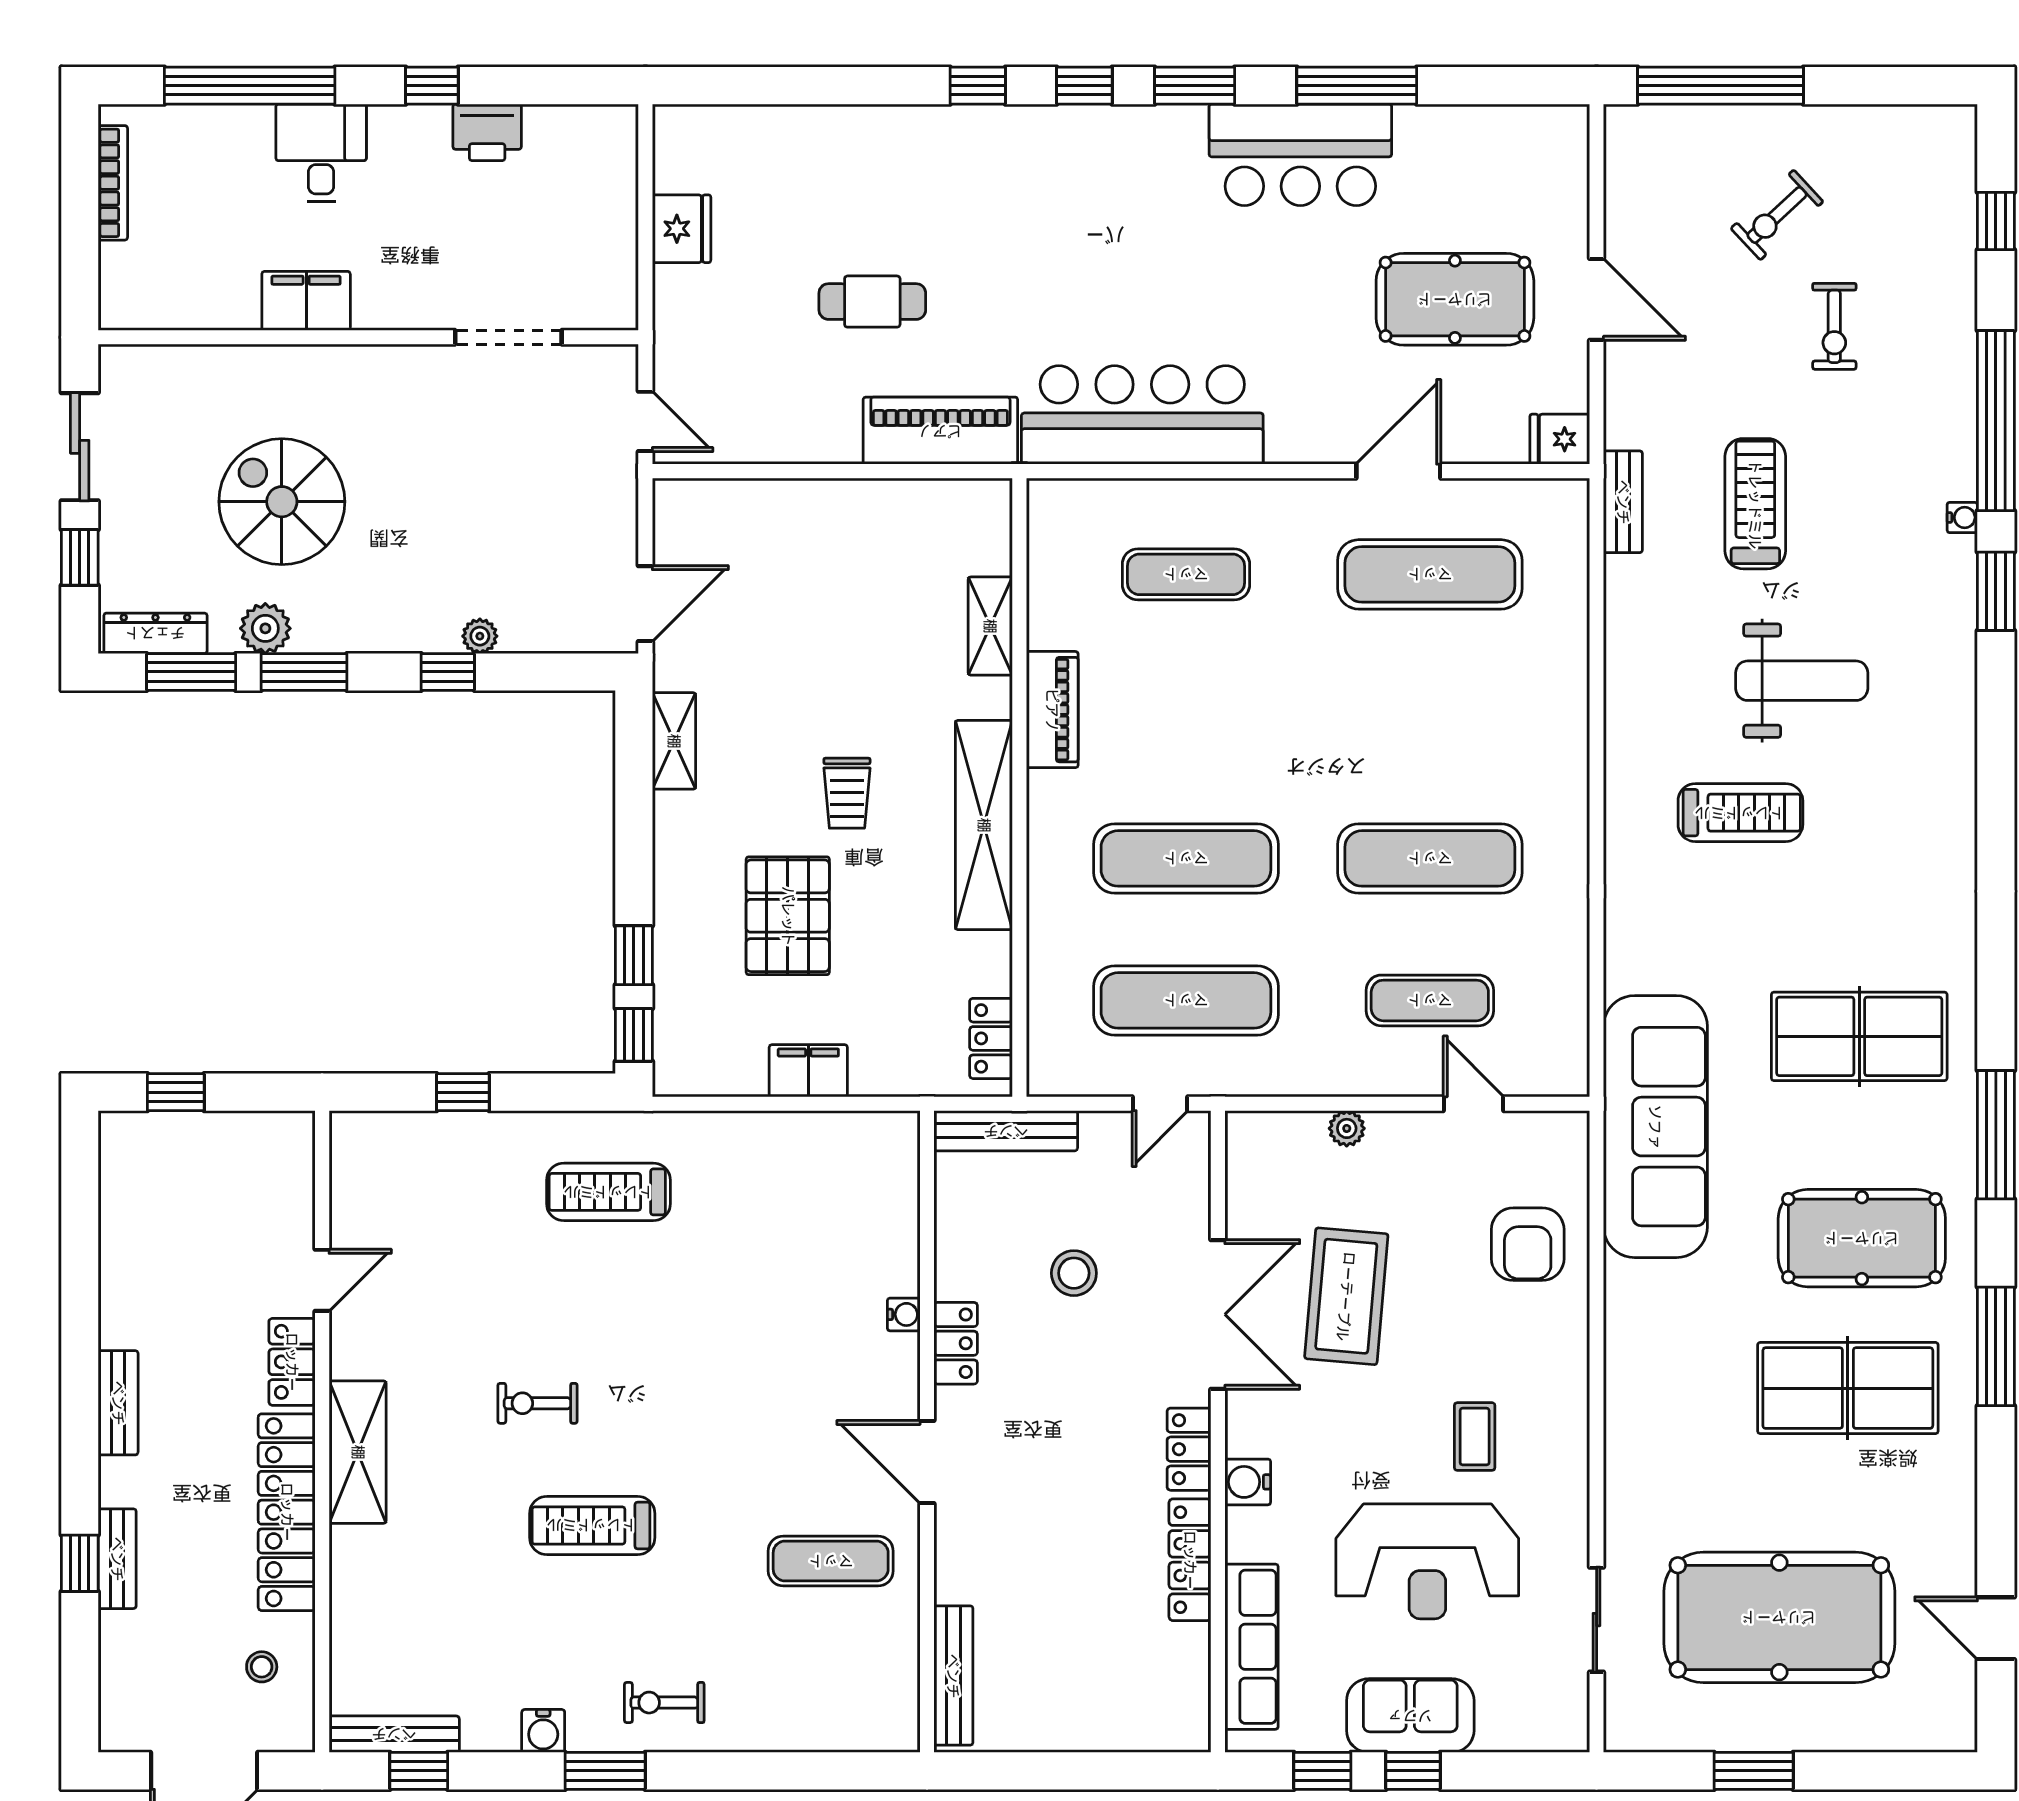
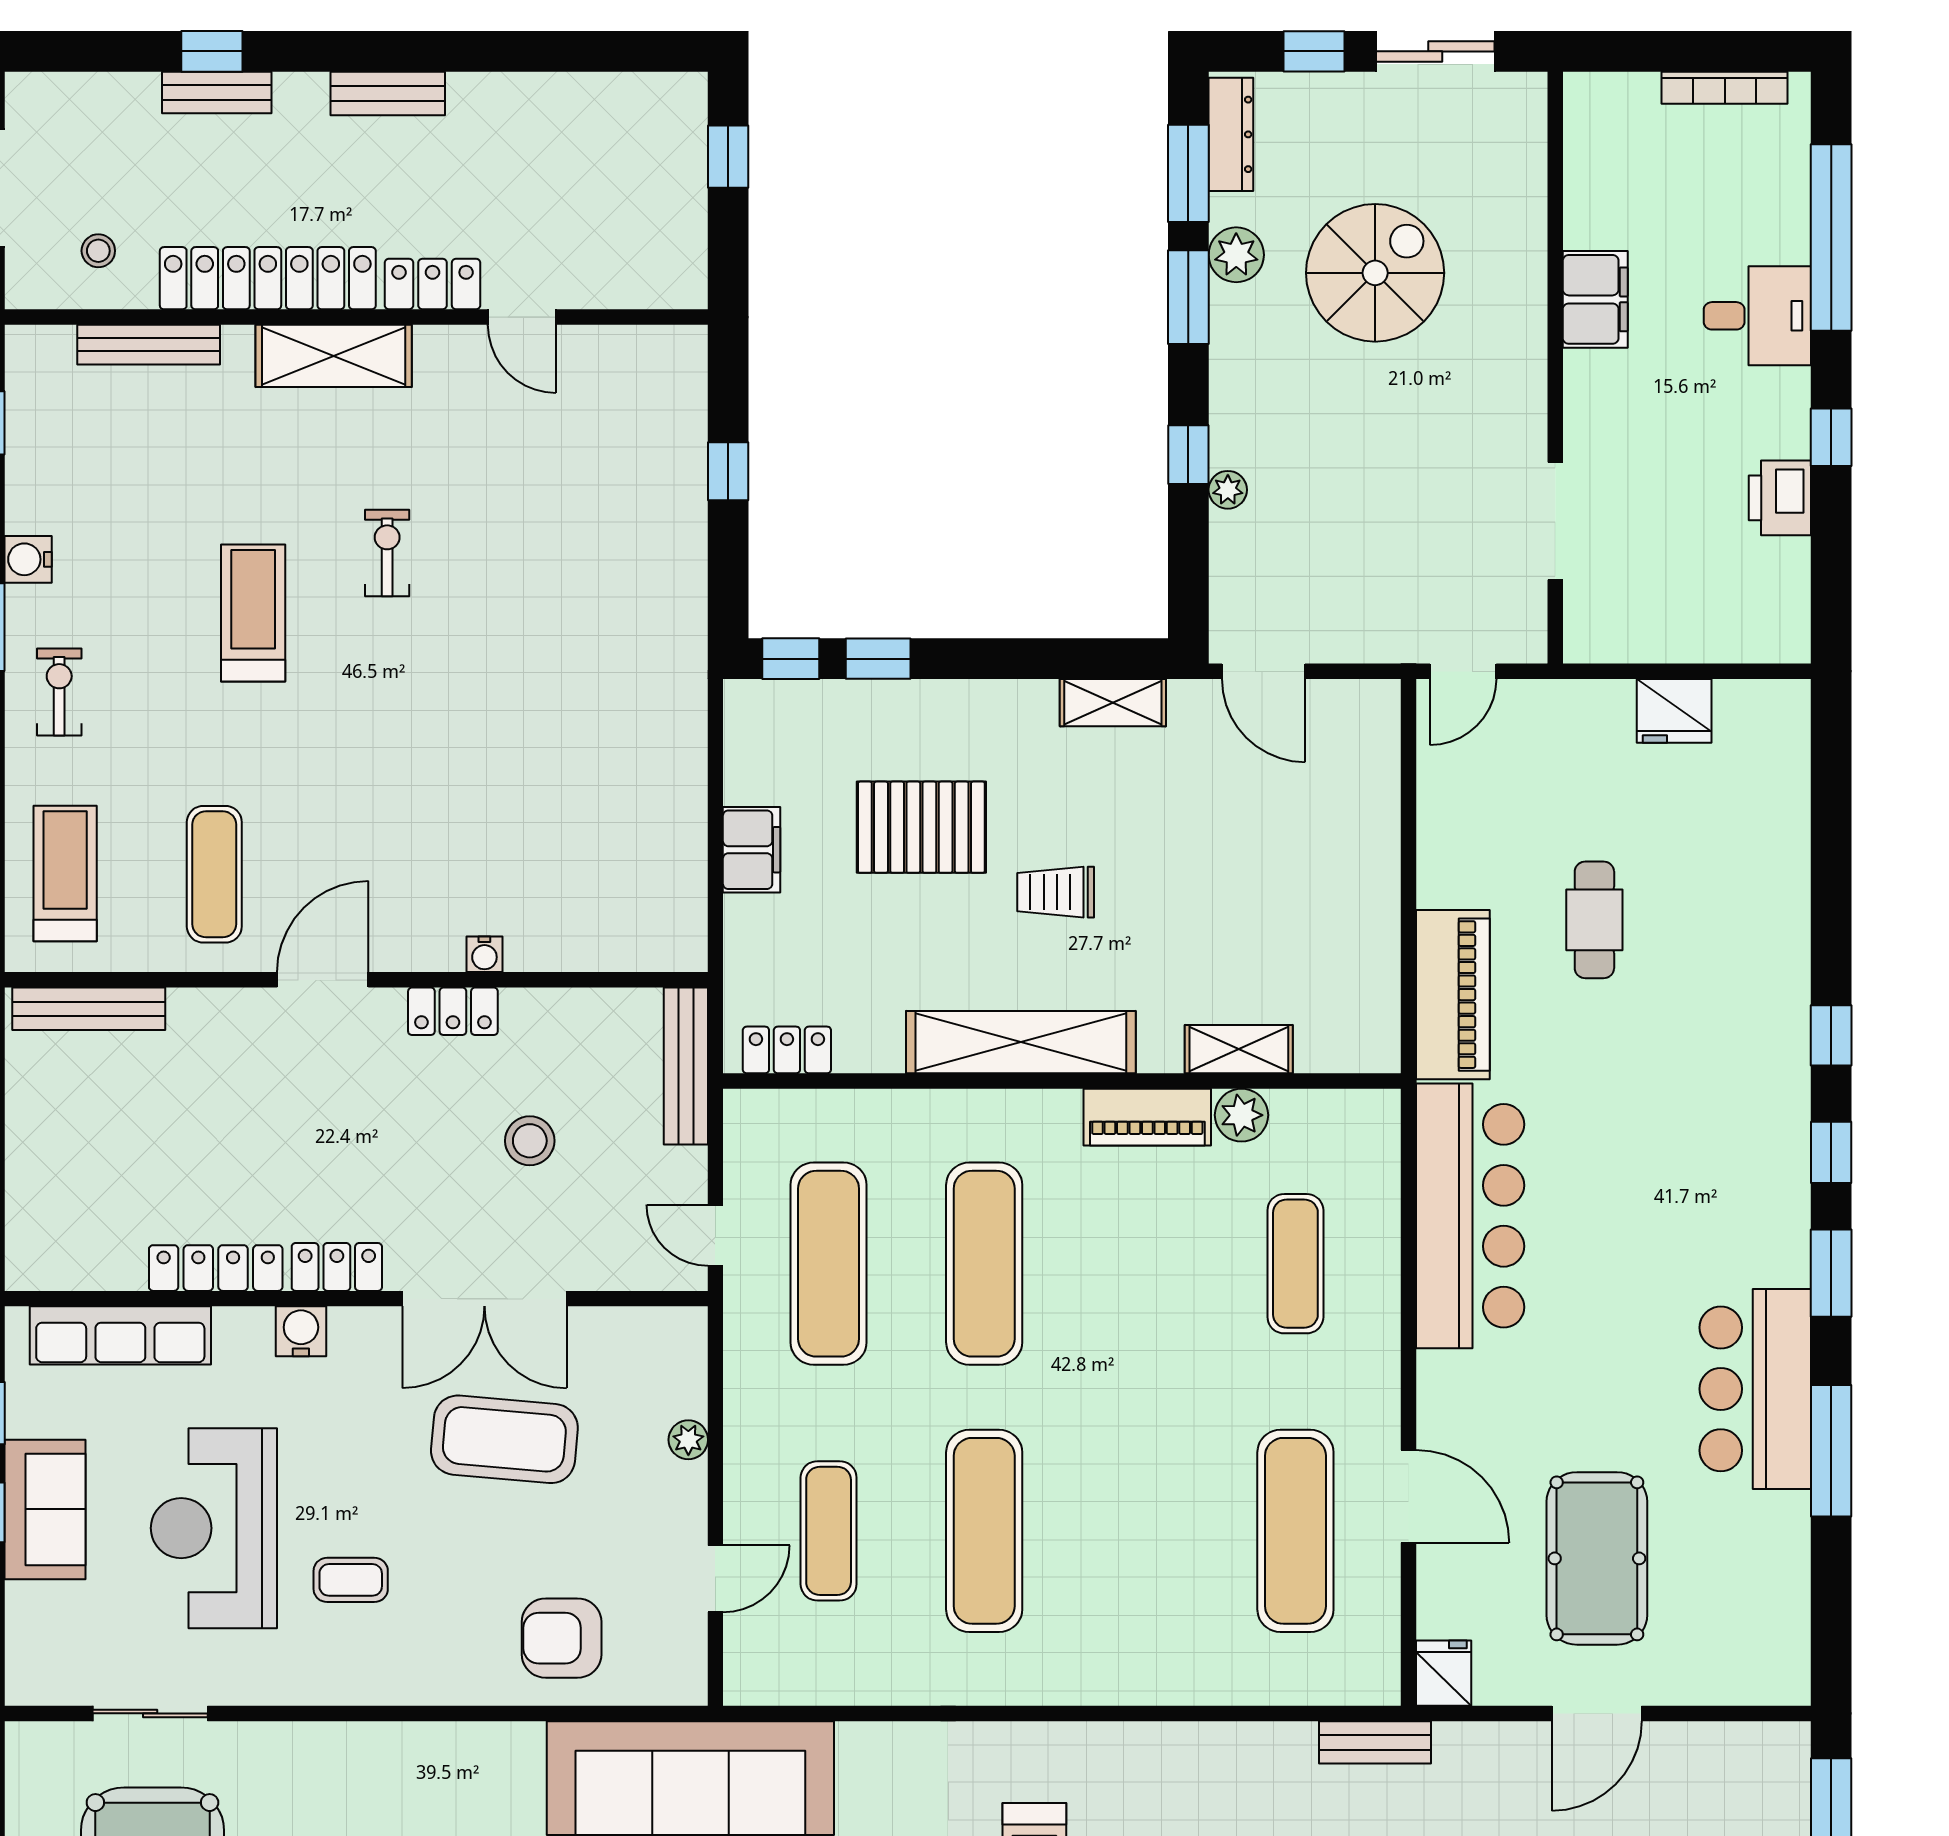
plant: (1050, 624) -> (1242, 1115), added
treadmill: (609, 1192) -> (65, 874), moved
bench: (394, 1734) -> (149, 345), moved, turned 90

